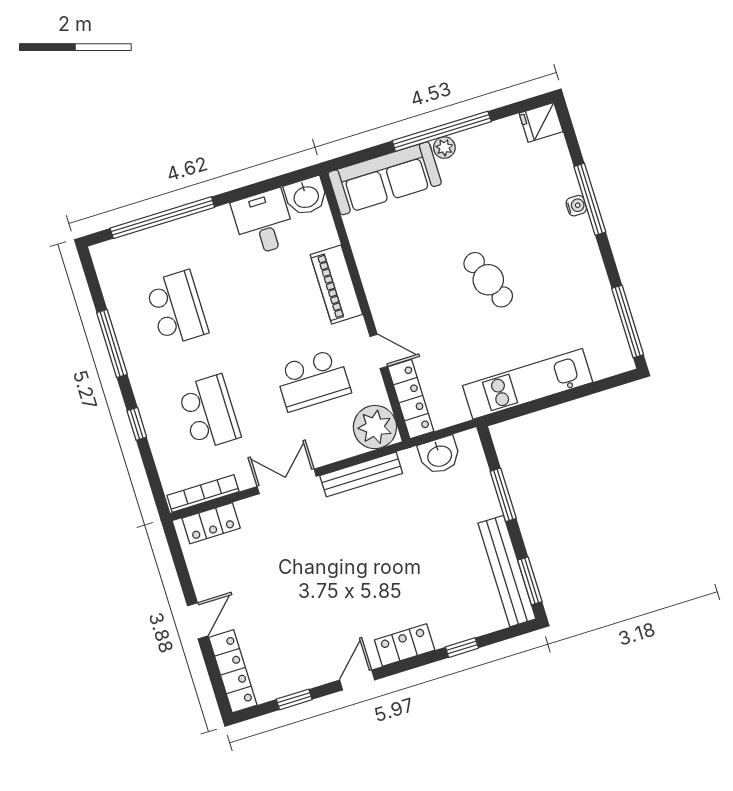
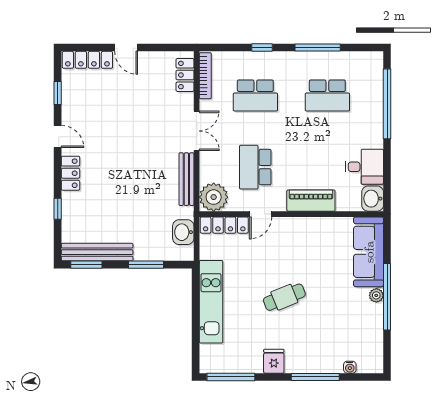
fridge: (541, 122) -> (274, 361), moved
water cooler: (576, 206) -> (350, 367), moved

